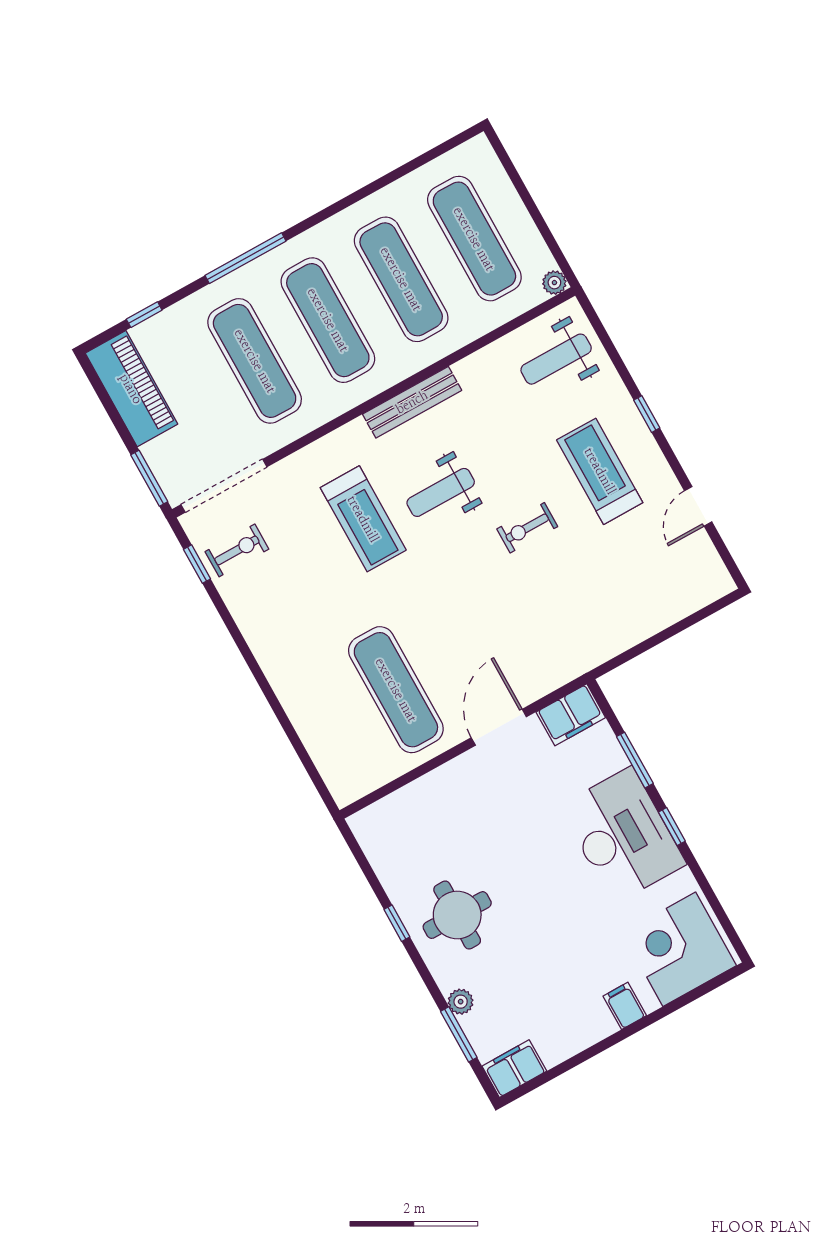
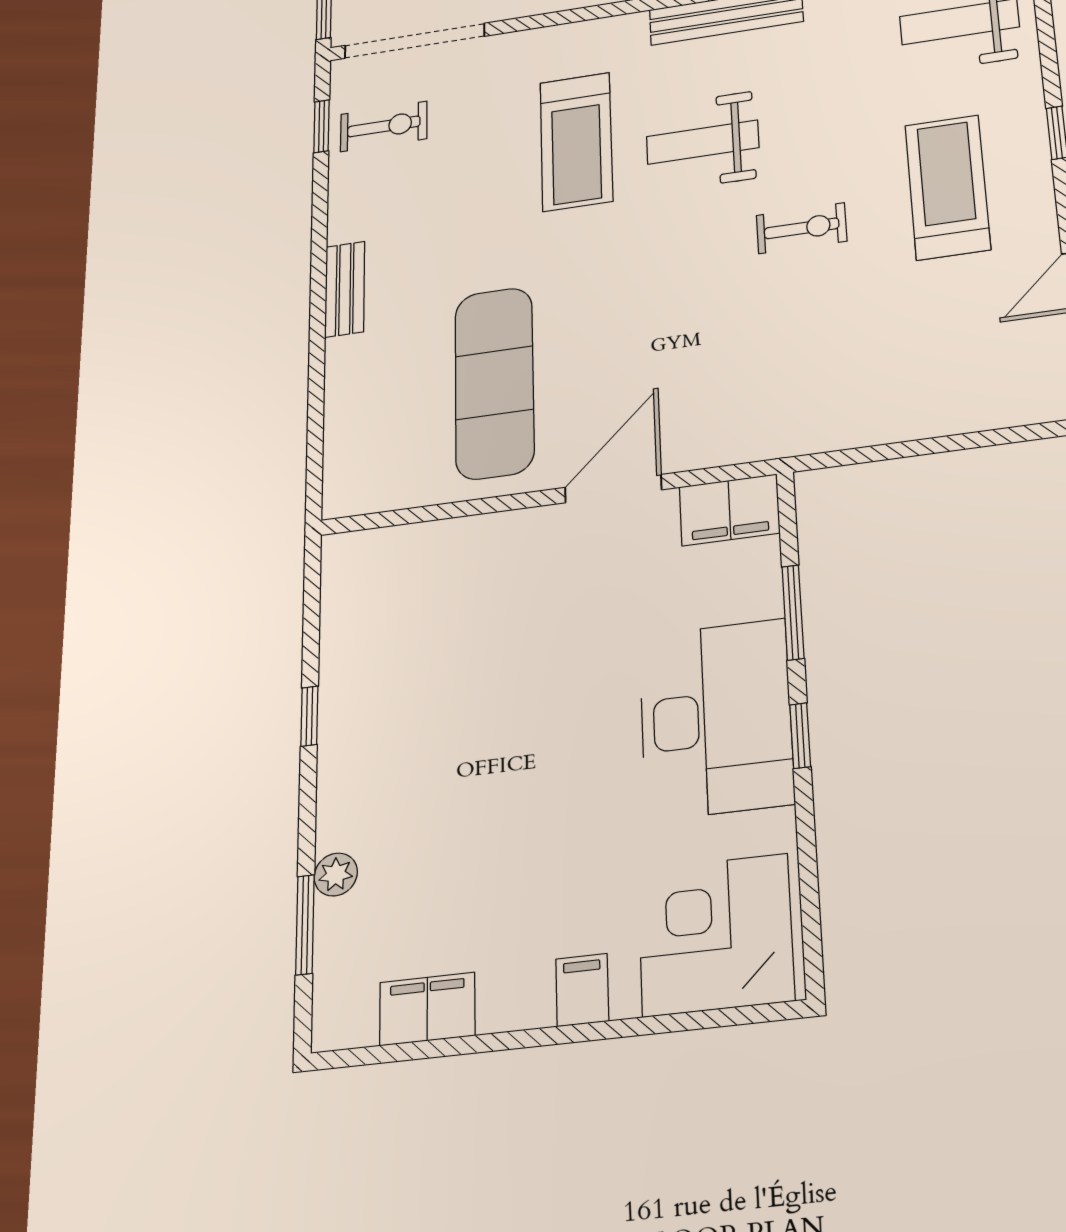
exercise bike: (527, 528) -> (802, 228), turned 180
bench: (273, 665) -> (345, 289), added
round table: (457, 915) -> (403, 740), removed
filing cabinet: (514, 1069) -> (427, 1009), moved

